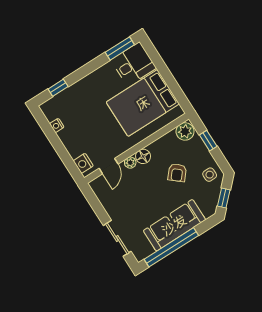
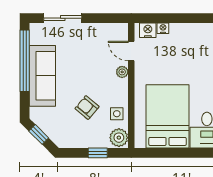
nightstand: (57, 125) -> (163, 28), moved
floor lamp: (143, 156) -> (120, 87), removed
side table: (210, 175) -> (117, 114), moved

